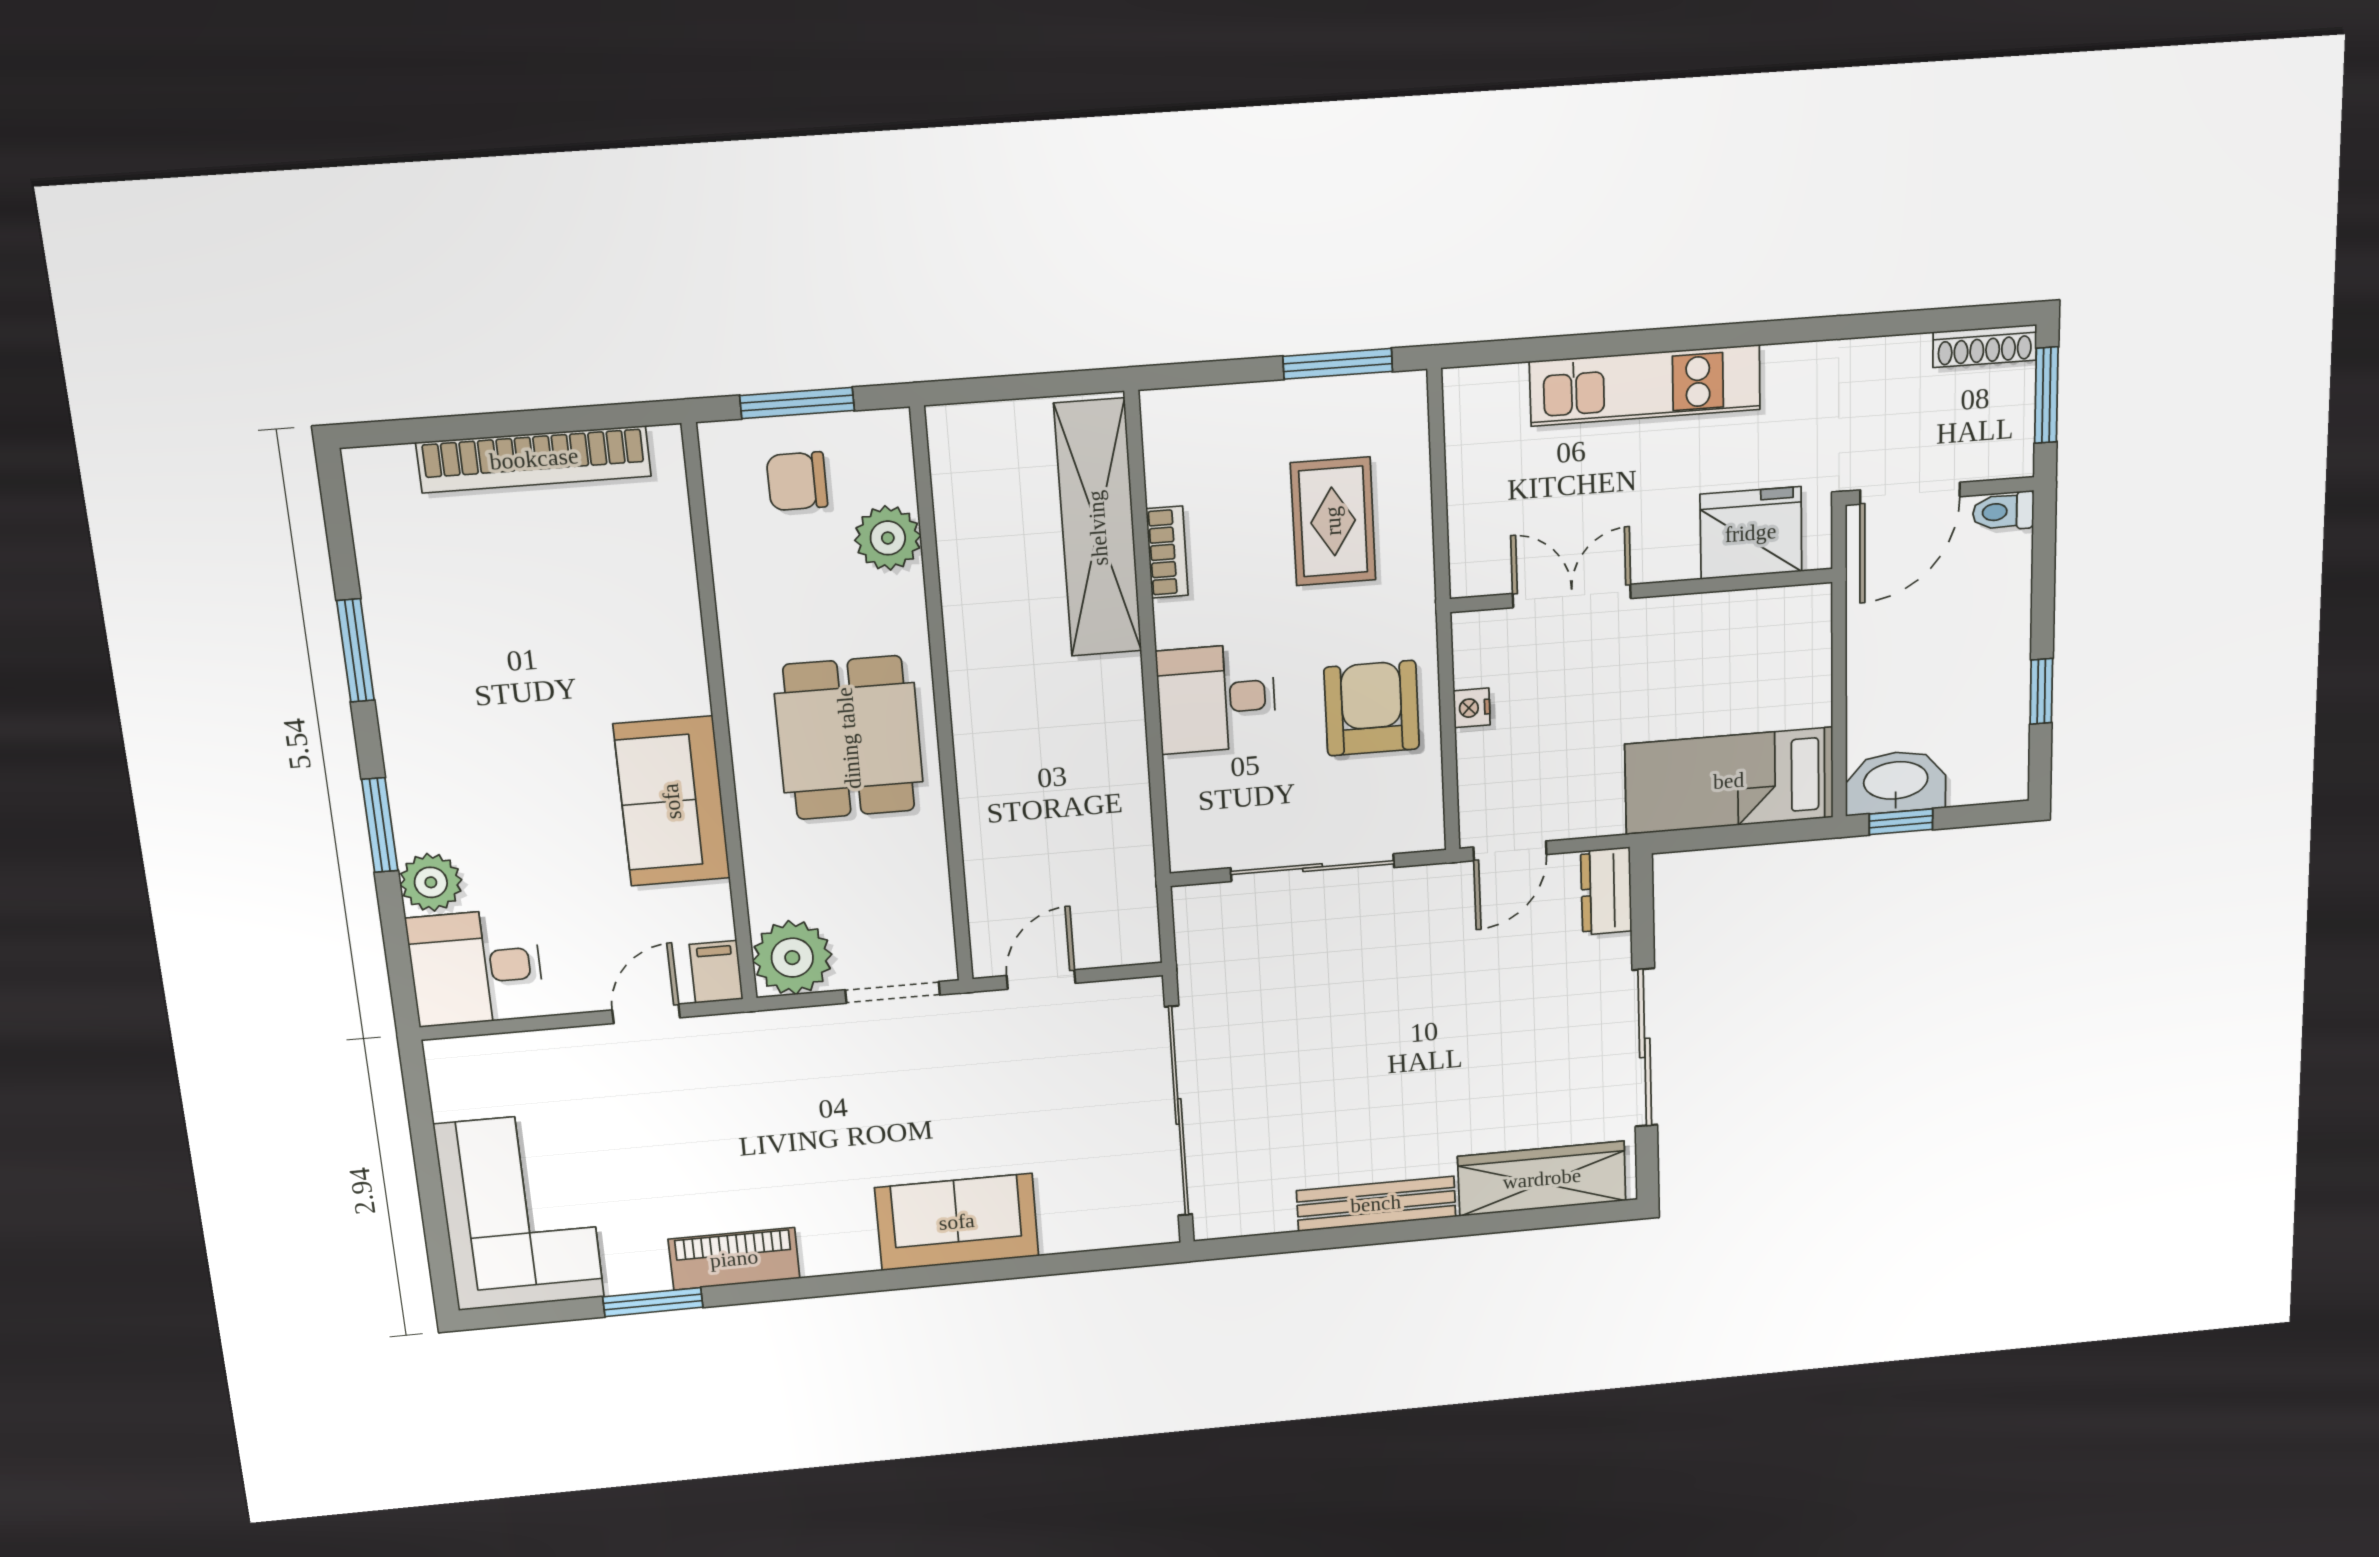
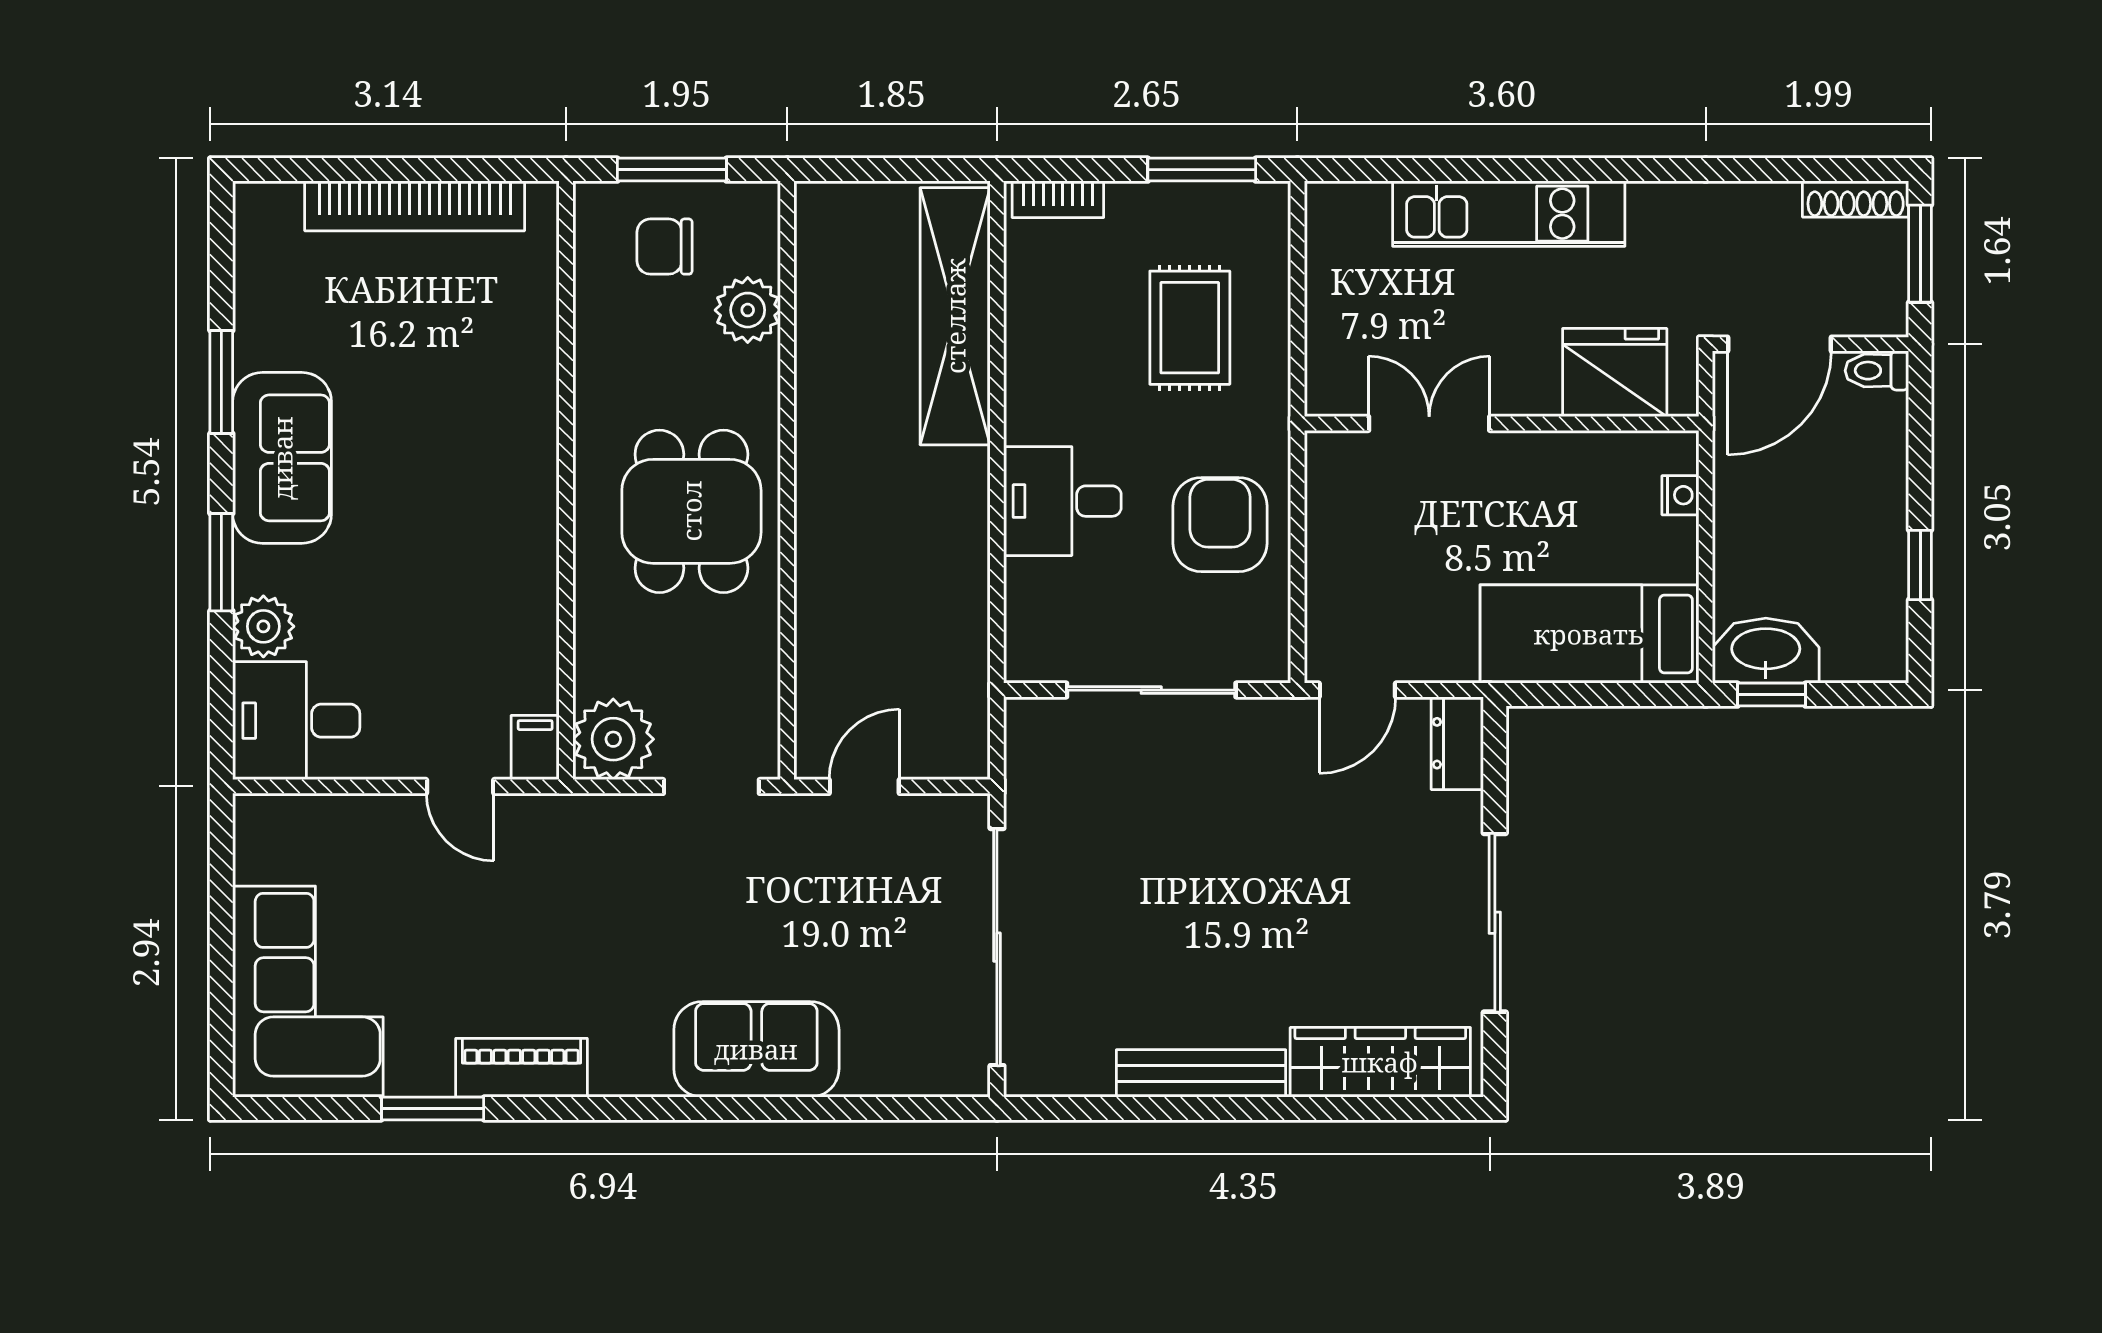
bookcase: (1167, 552) -> (1058, 199), moved, turned 90
nightstand: (1472, 708) -> (1680, 495), moved, turned 180
sofa: (672, 801) -> (282, 458), moved, turned 180
door: (646, 1014) -> (460, 786), swing flipped

